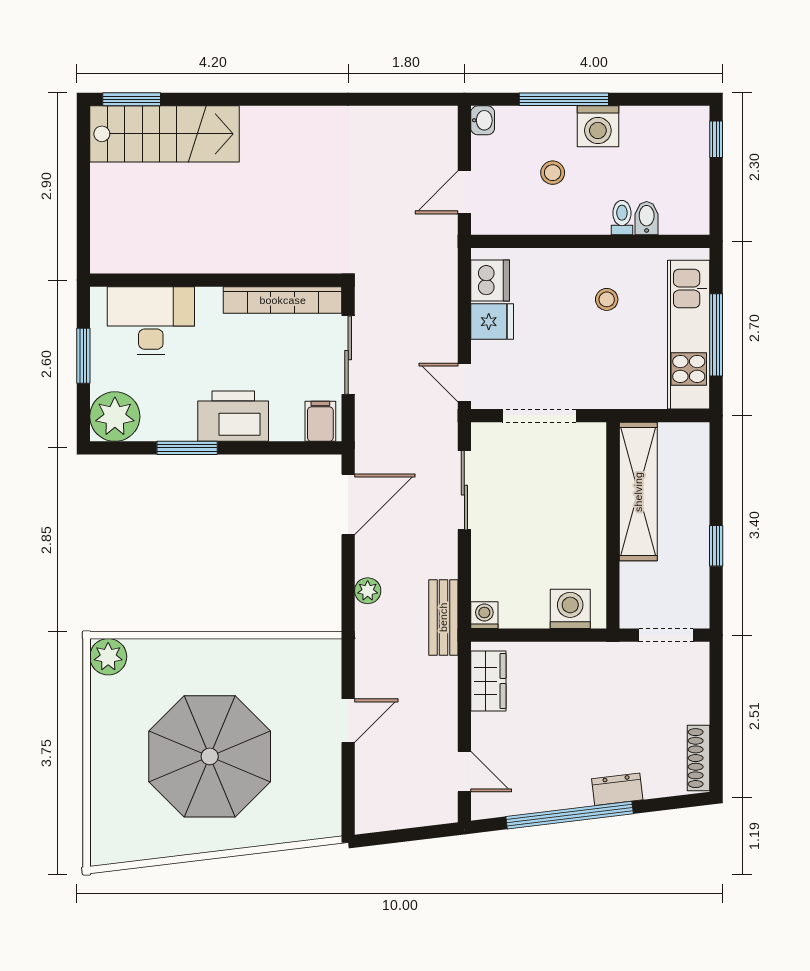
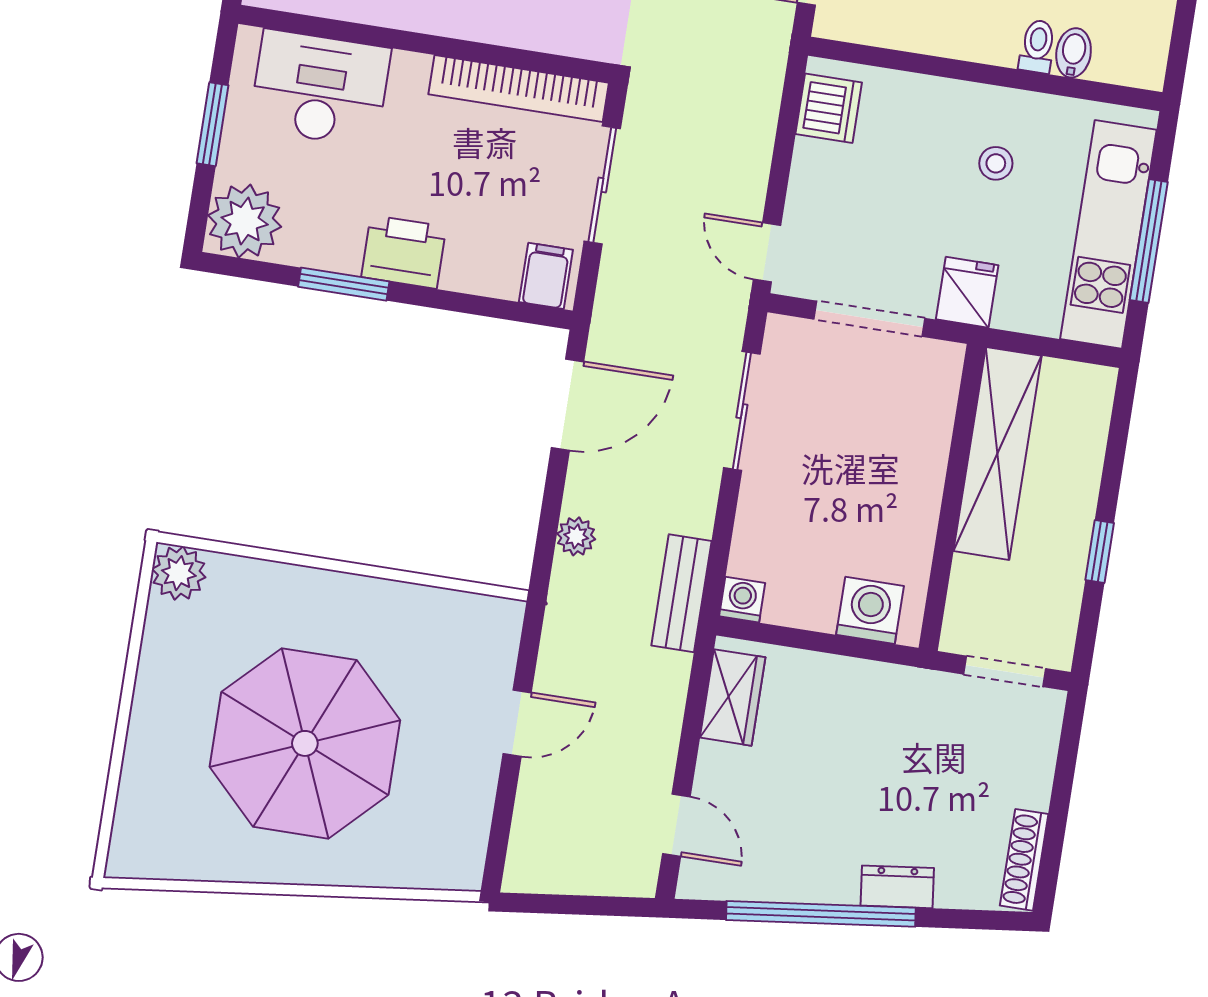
fridge: (492, 322) -> (967, 292), moved, turned -90
printer: (233, 416) -> (404, 252), width x0.73, depth x0.84

